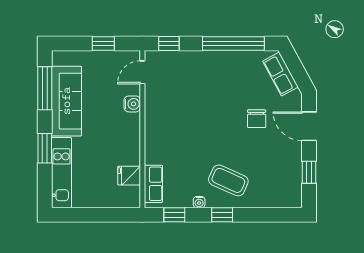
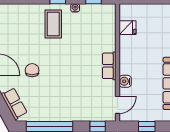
coffee table: (228, 180) -> (53, 24), turned 66
row of seats: (153, 184) -> (109, 66), moved

